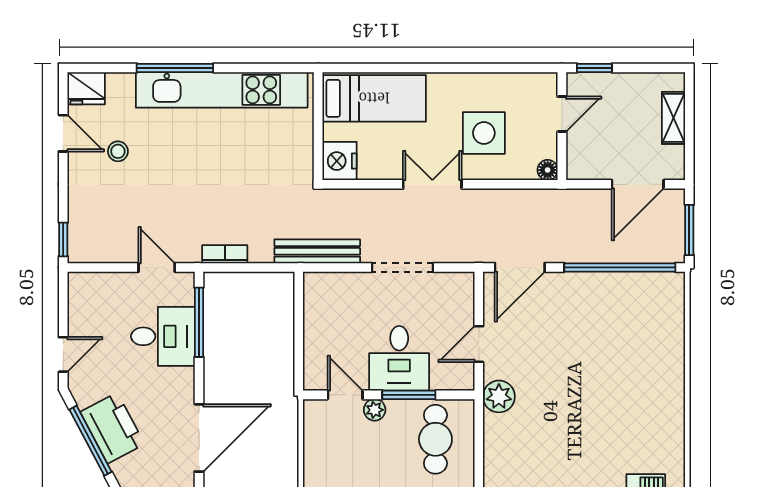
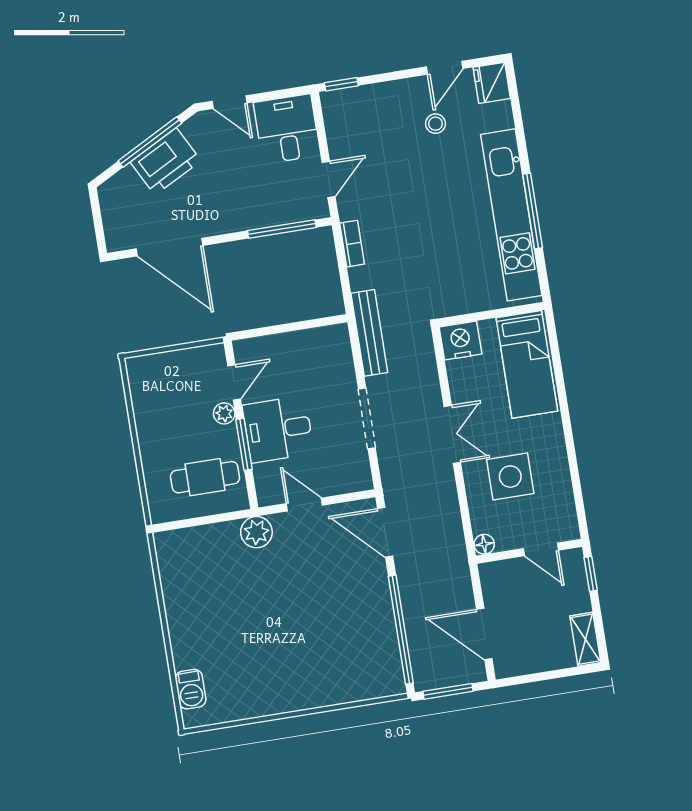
window: (175, 68) -> (533, 211), moved
shelving: (673, 118) -> (585, 639), moved, turned 90
desk: (163, 336) -> (287, 129), moved, turned 180

